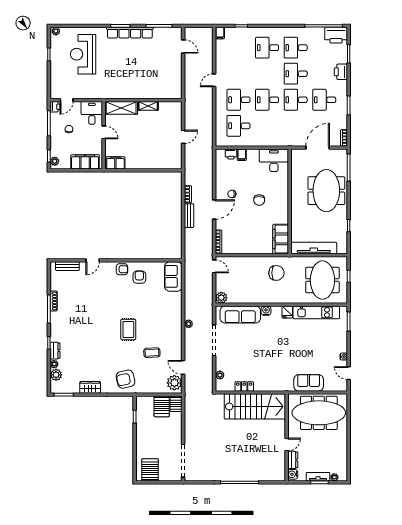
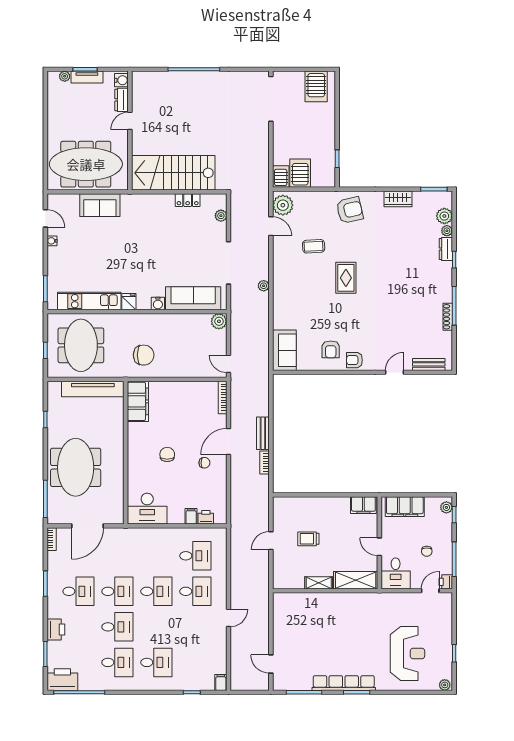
trolley: (156, 138) -> (308, 539), added
chair: (276, 273) -> (144, 355), turned 180

